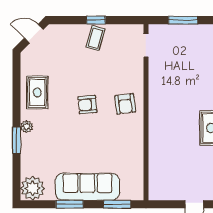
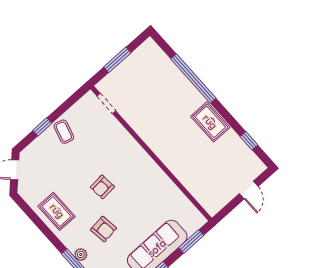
window: (96, 20) -> (42, 127), moved
armchair: (125, 104) -> (104, 229), moved
plant: (27, 127) -> (81, 254), moved

